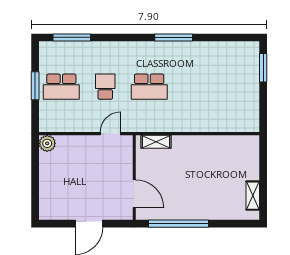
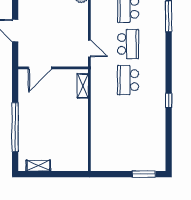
window: (174, 37) -> (169, 100), width x0.46
school desk: (105, 87) -> (128, 44), width x1.85
window: (179, 224) -> (15, 127), moved

